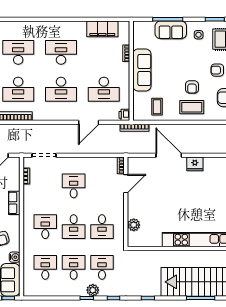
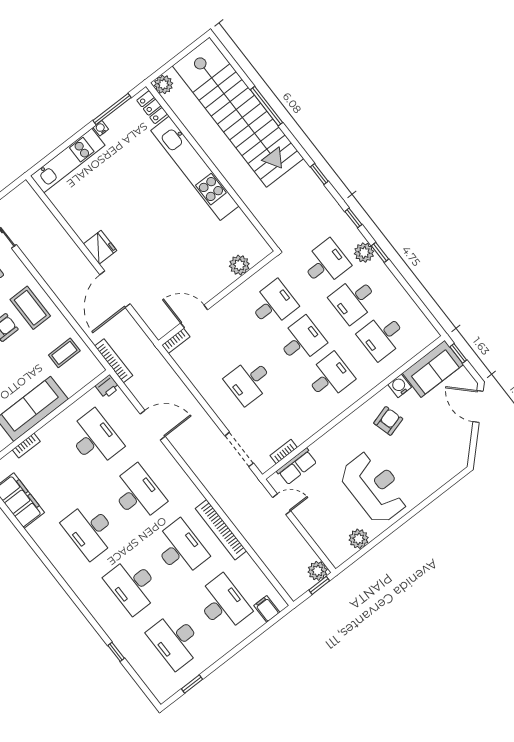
row of seats: (14, 203) -> (297, 466), moved
desk: (45, 227) -> (330, 377), turned 180
desk: (102, 267) -> (326, 263), turned 180

